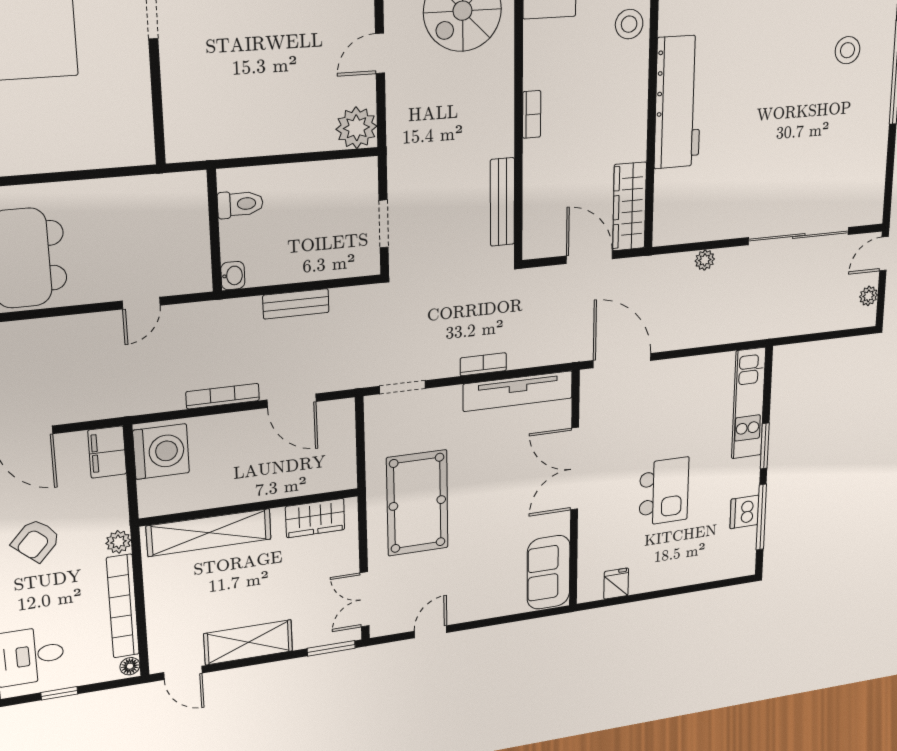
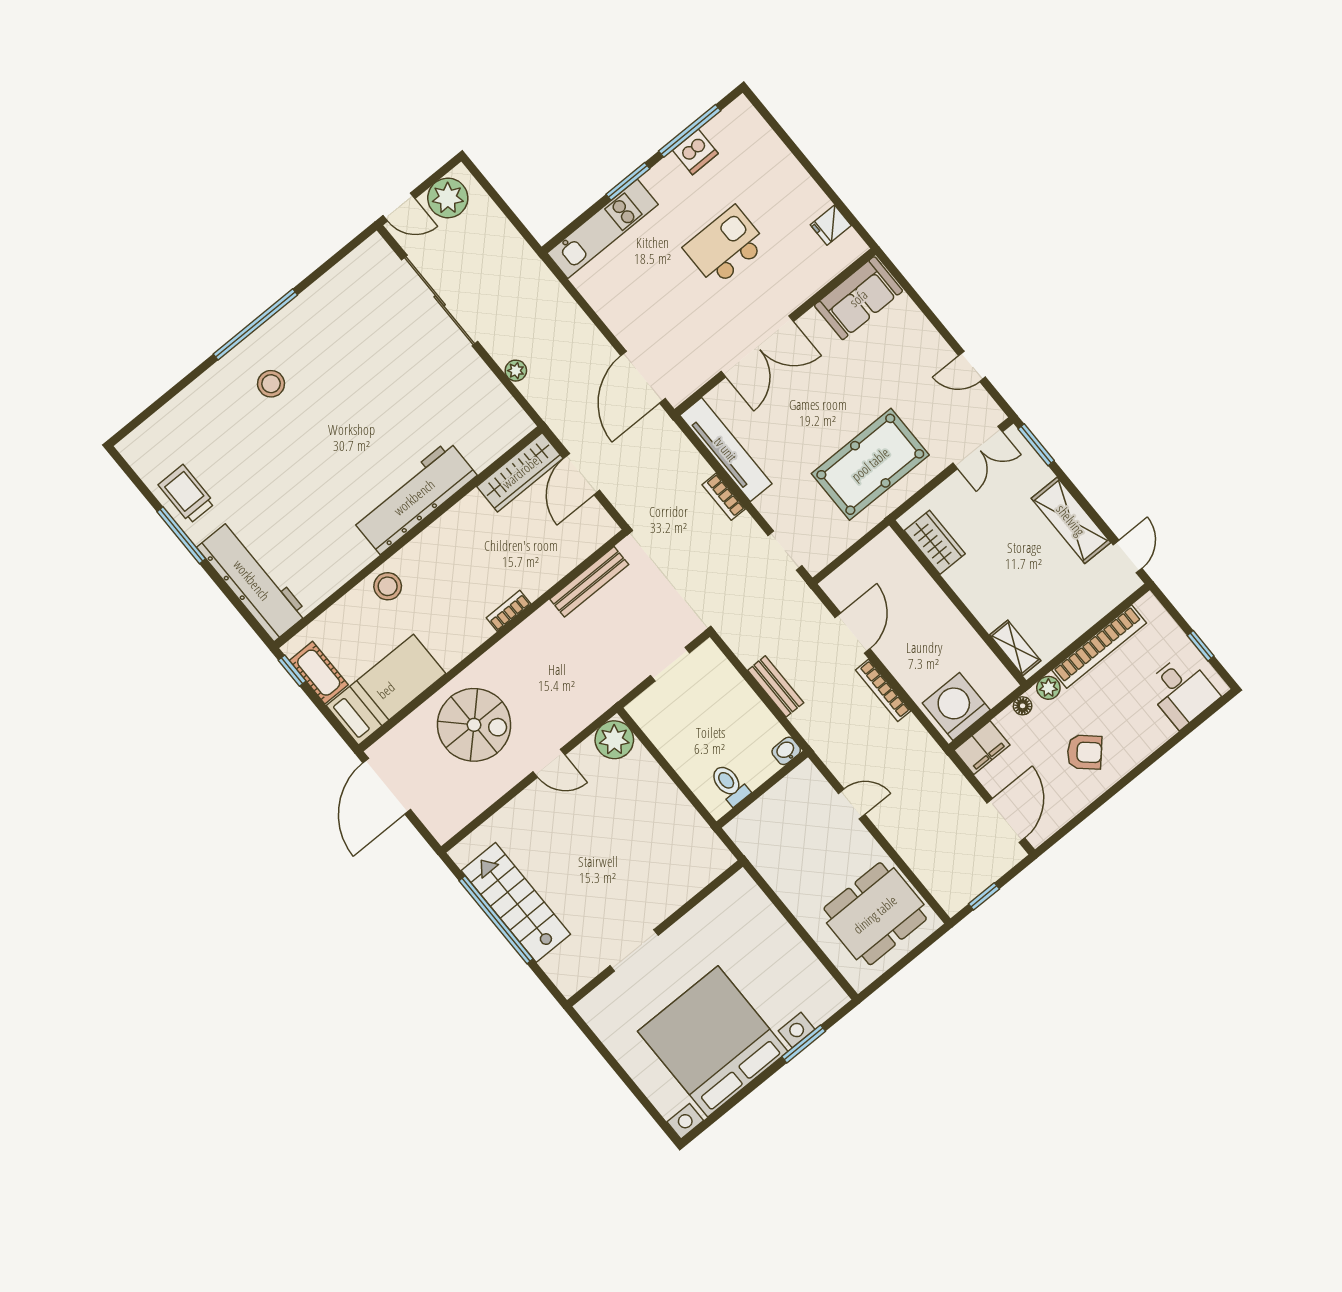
plant: (869, 296) -> (448, 198), width x1.88, depth x1.88
shelving: (209, 533) -> (1015, 648), width x0.45, depth x0.75
floor lamp: (130, 666) -> (1023, 706), moved

